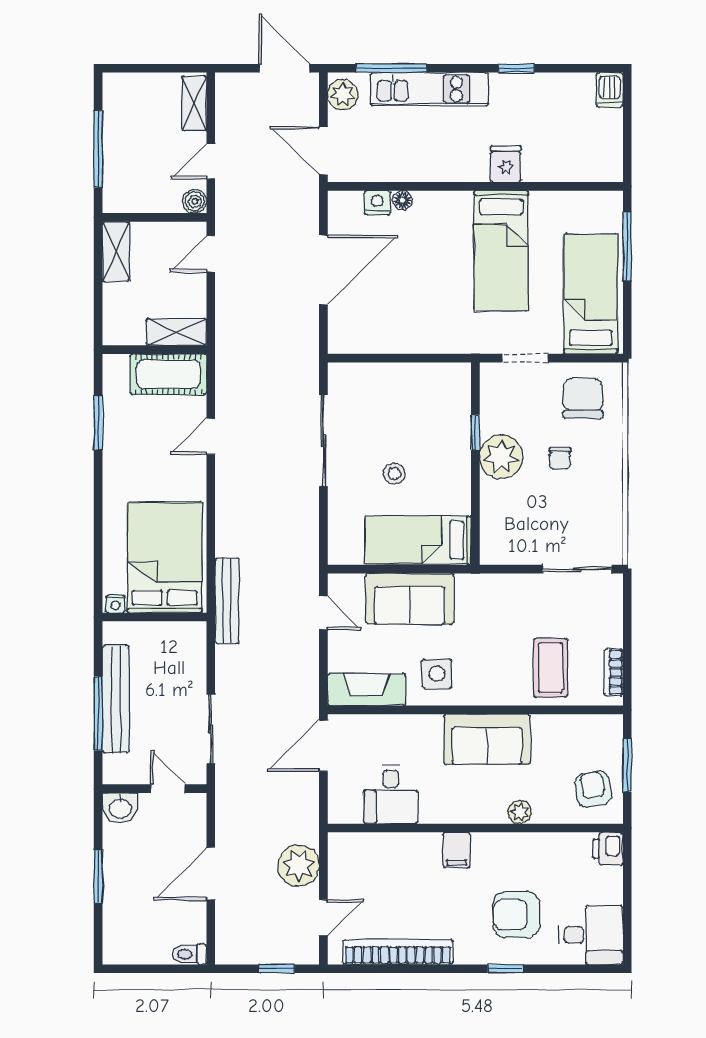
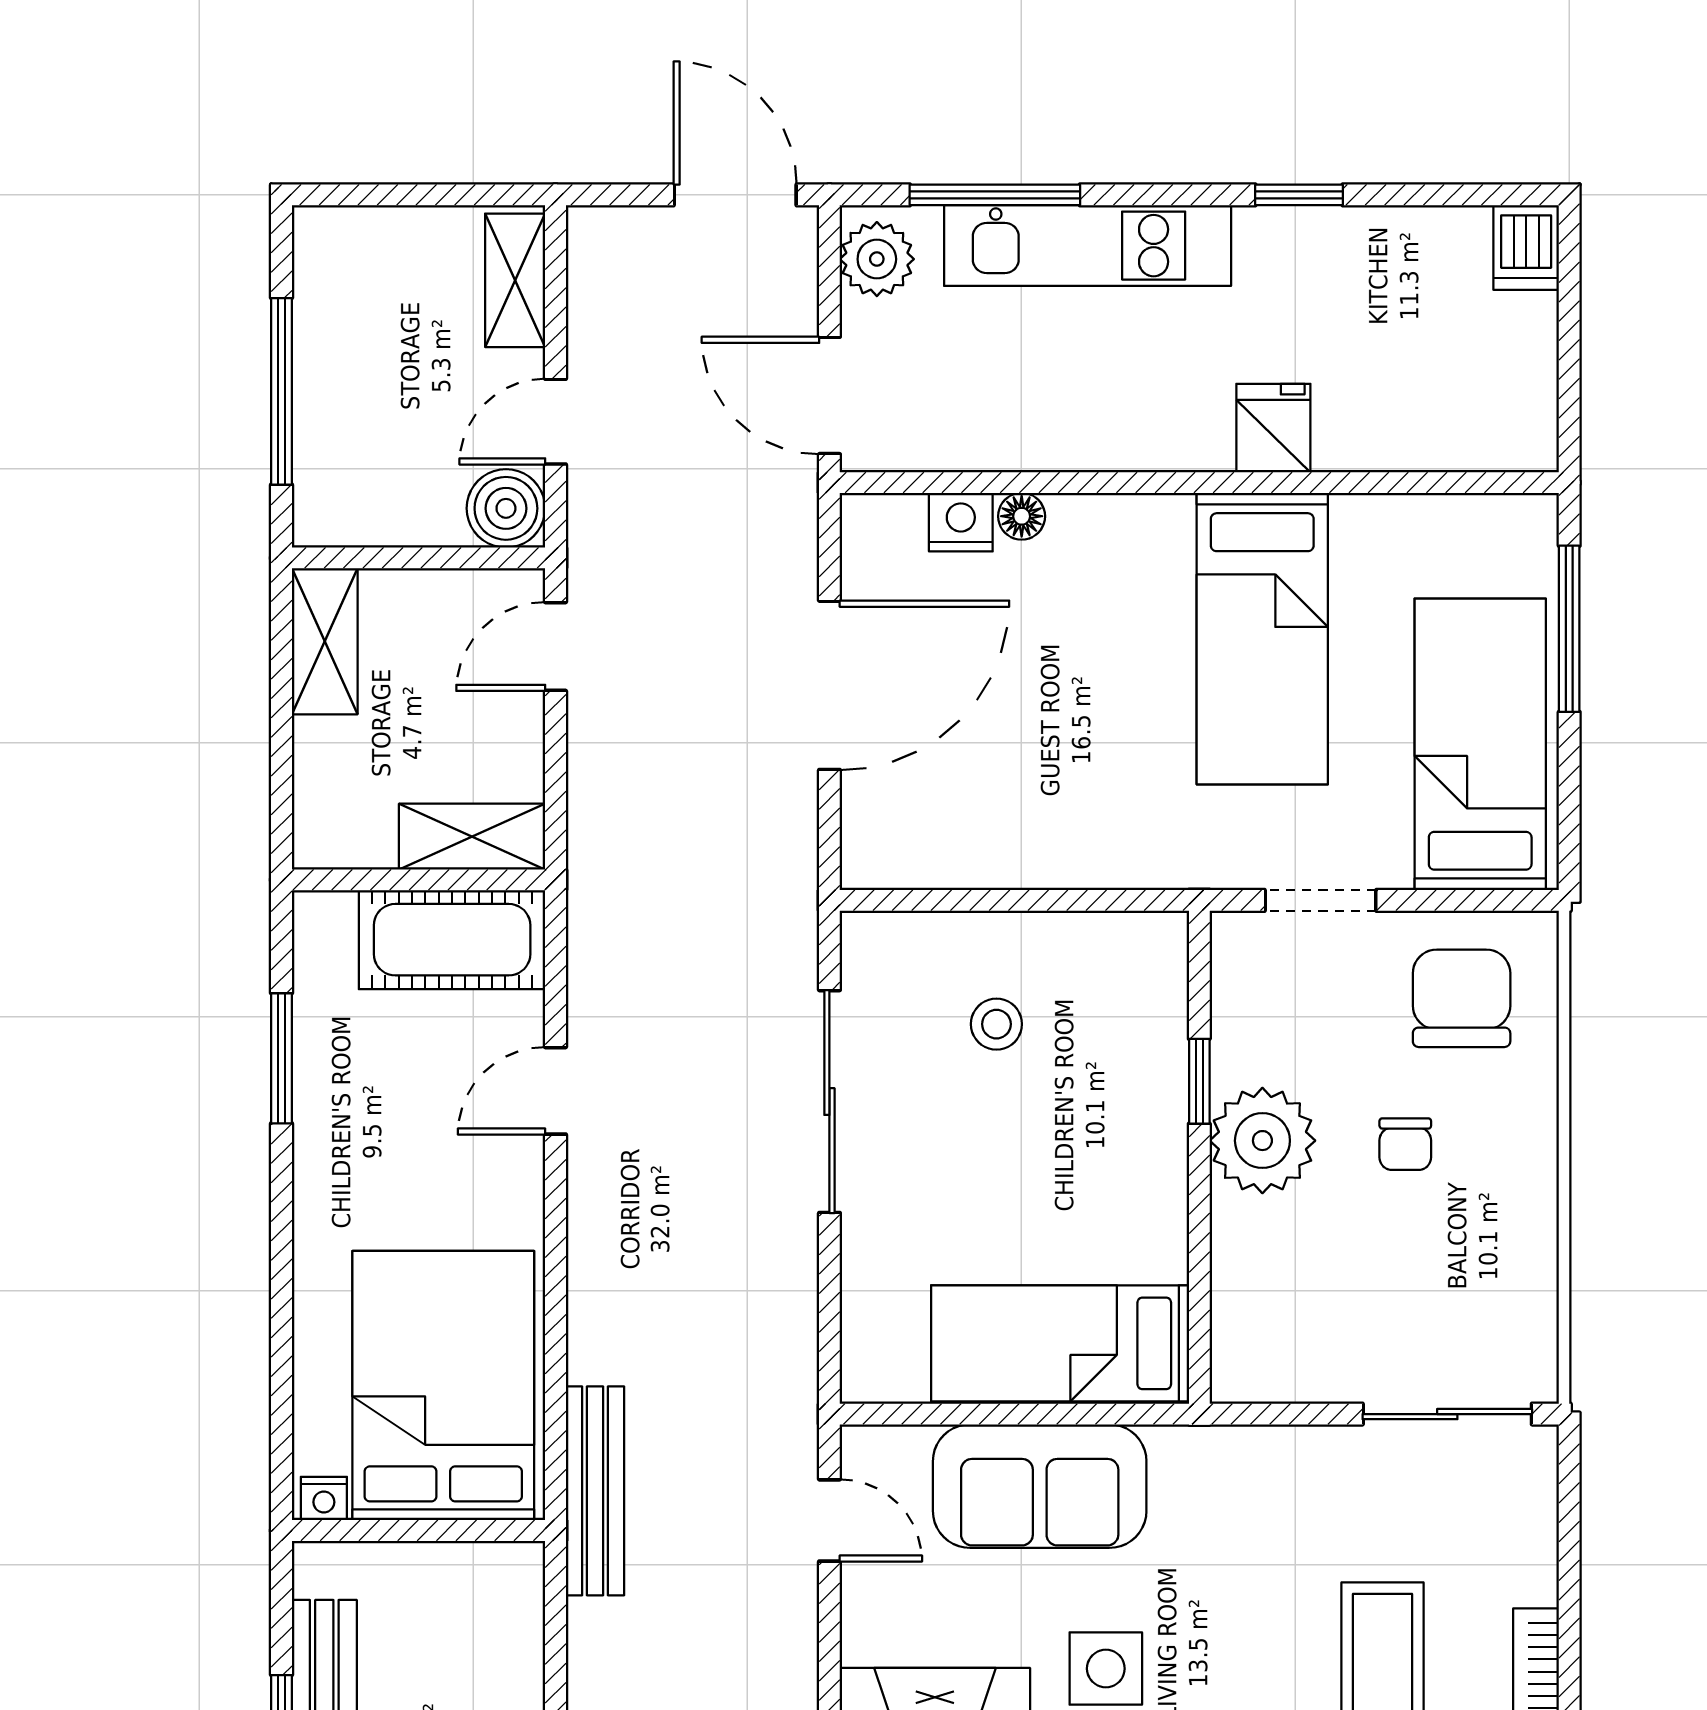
boiler: (195, 201) -> (506, 508), width x1.36, depth x1.36
stool: (394, 474) -> (996, 1024), moved

